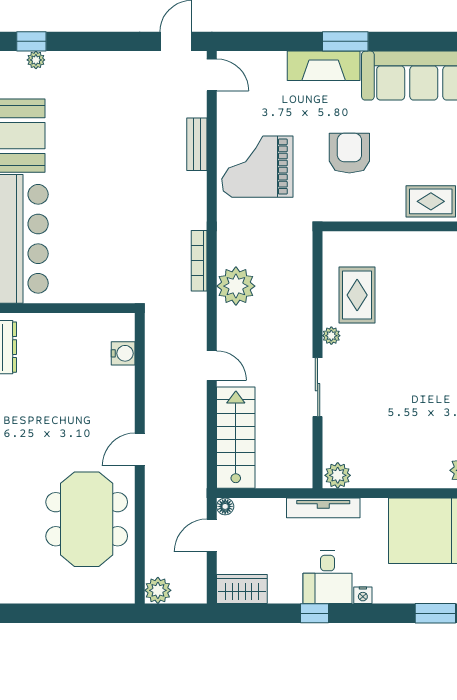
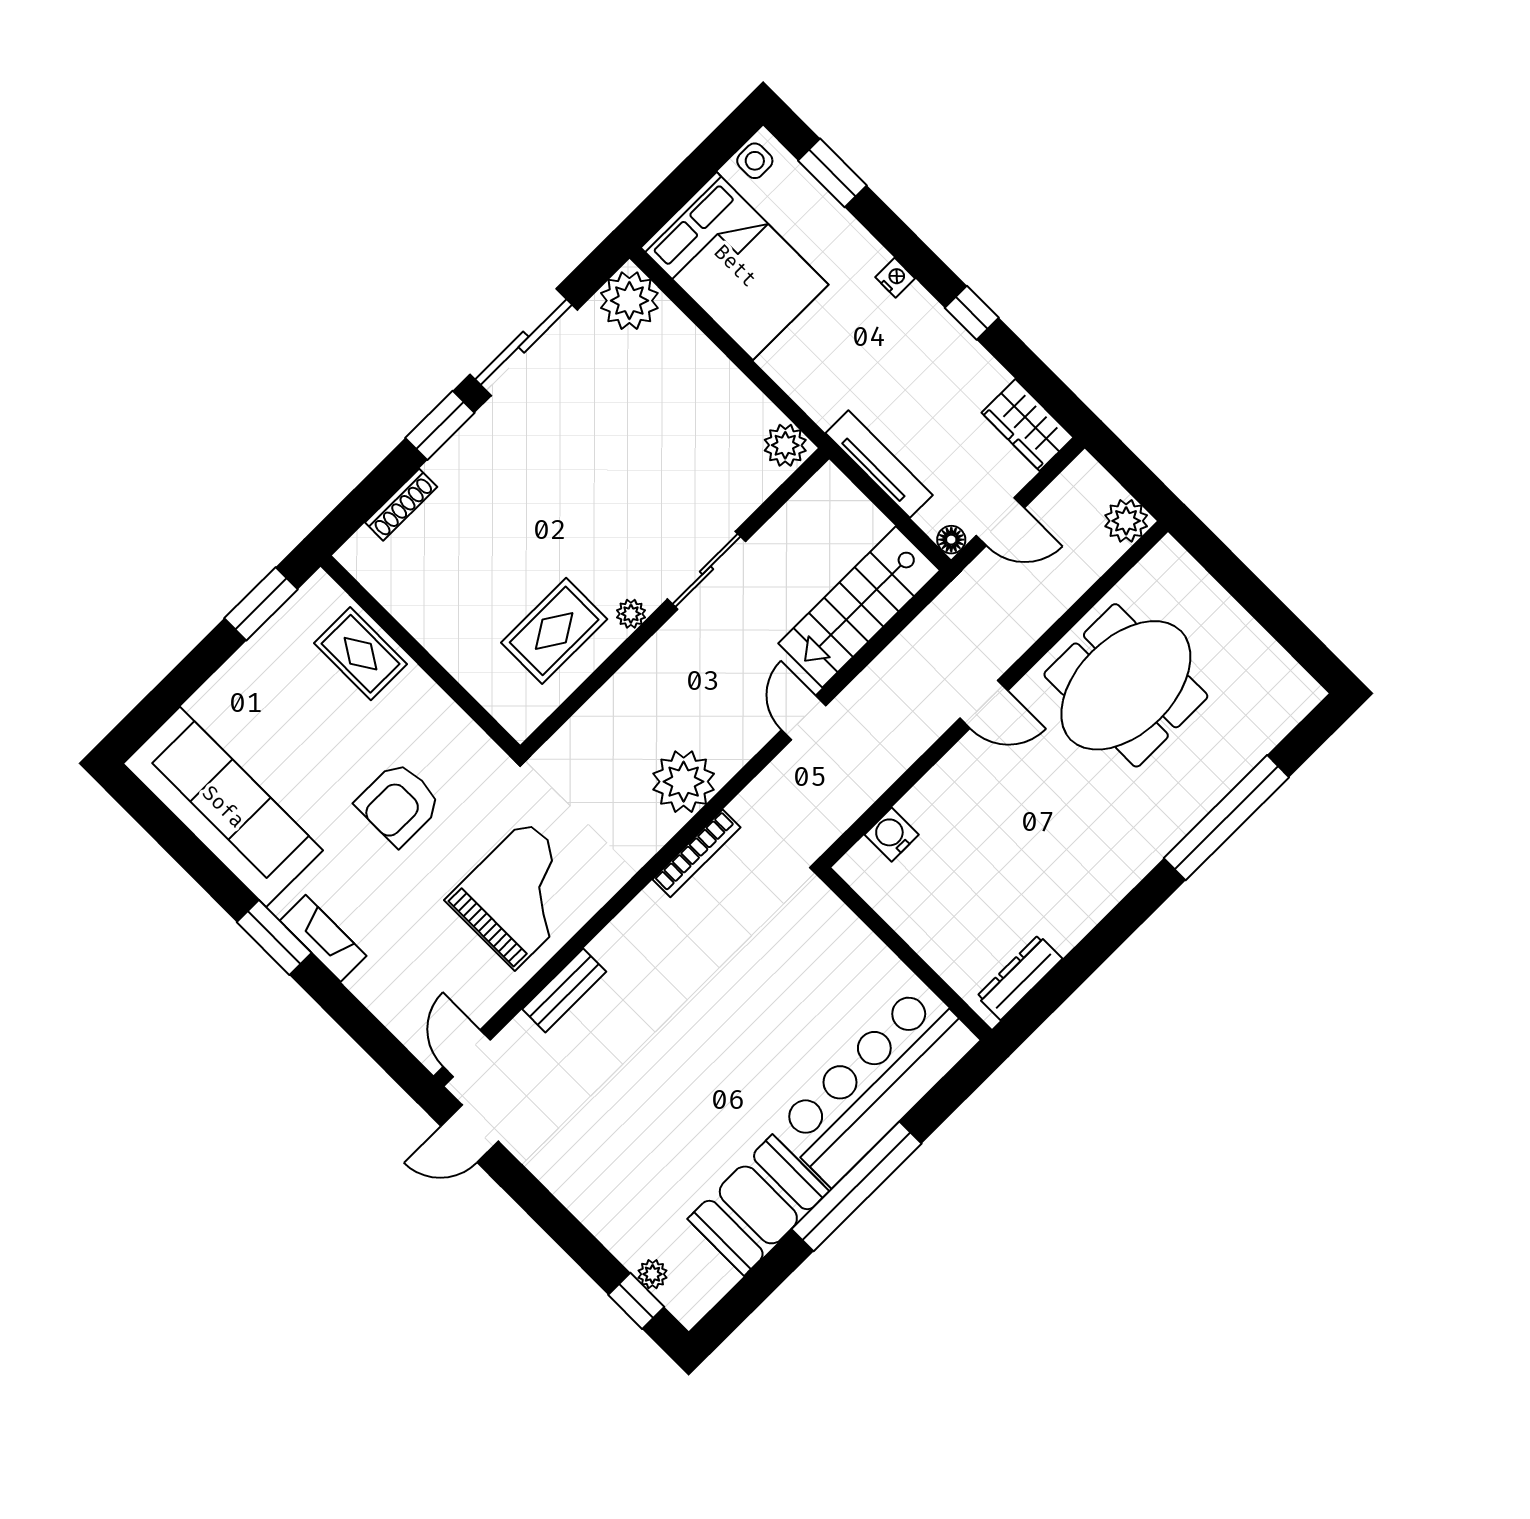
fireplace: (324, 66) -> (323, 938), width x0.73, depth x0.76
grand piano: (257, 167) -> (520, 895), turned -90
tv unit: (323, 508) -> (879, 464), moved
desk: (328, 577) -> (915, 339), removed

